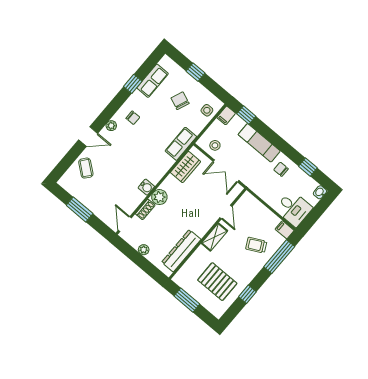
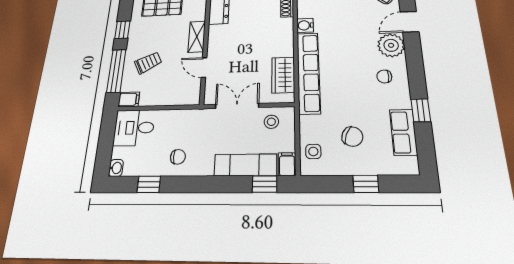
plant: (111, 126) -> (391, 45), width x1.88, depth x1.88
exam couch: (259, 143) -> (245, 165), moved
row of seats: (181, 144) -> (308, 72), width x2.02
plant: (159, 197) -> (284, 27), removed
window: (247, 294) -> (122, 30), moved

